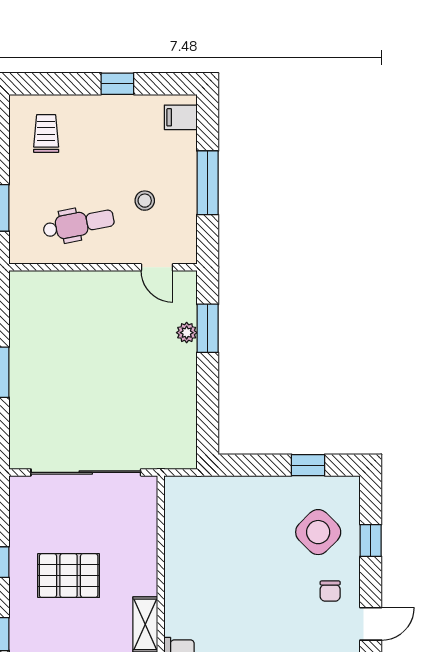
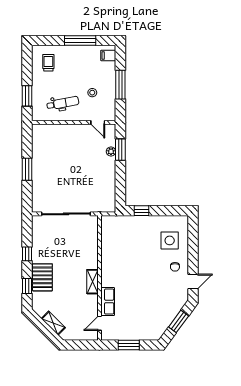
window: (117, 84) -> (80, 41), width x2.17
window: (308, 465) -> (141, 211), moved
side table: (318, 532) -> (170, 240), turned 45
window: (371, 541) -> (193, 244), removed
pallet: (69, 576) -> (42, 277), moved, turned 90

